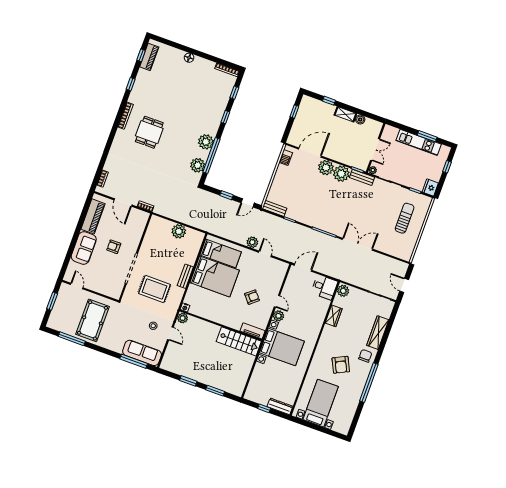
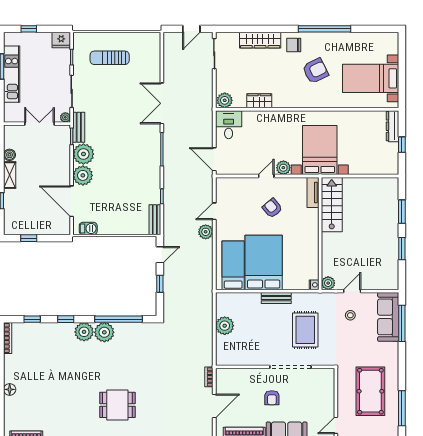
plant: (198, 165) -> (84, 332), moved
door: (248, 203) -> (160, 255), hinge flipped
pool table: (92, 320) -> (370, 391), turned 90

